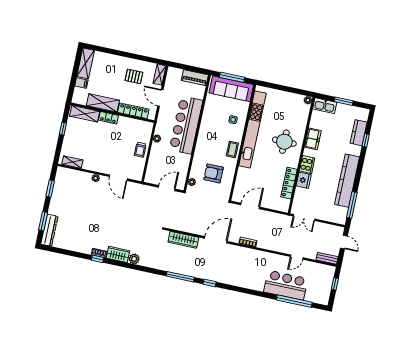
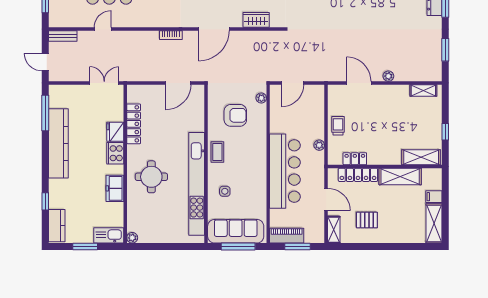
window: (189, 68) -> (297, 247), added
locker: (108, 118) -> (355, 159), moved
kitchen counter: (359, 133) -> (57, 226), moved
wardrobe: (183, 240) -> (256, 20), width x0.67

